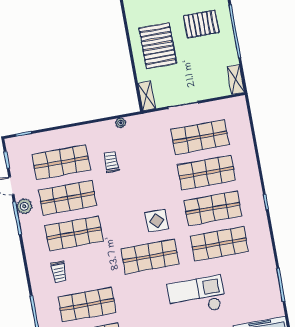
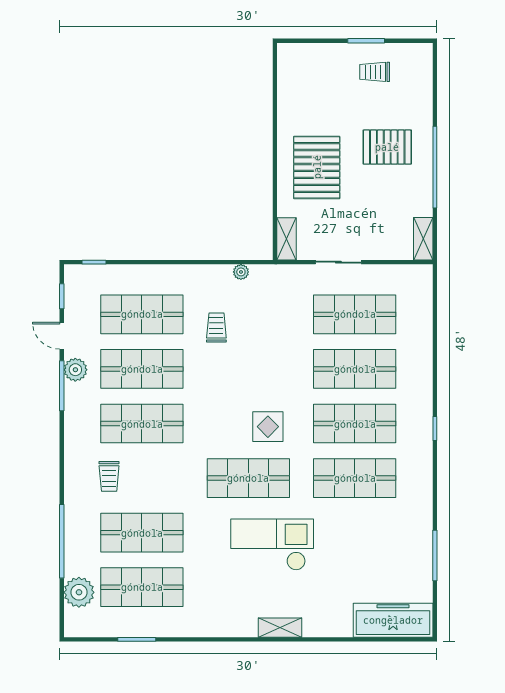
checkout: (197, 296) -> (272, 545), moved

